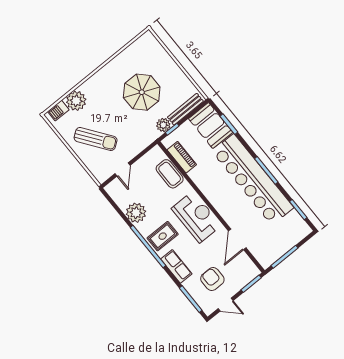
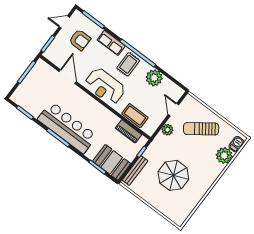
plant: (163, 125) -> (167, 130), moved
bar counter: (253, 179) -> (67, 128), width x0.73

